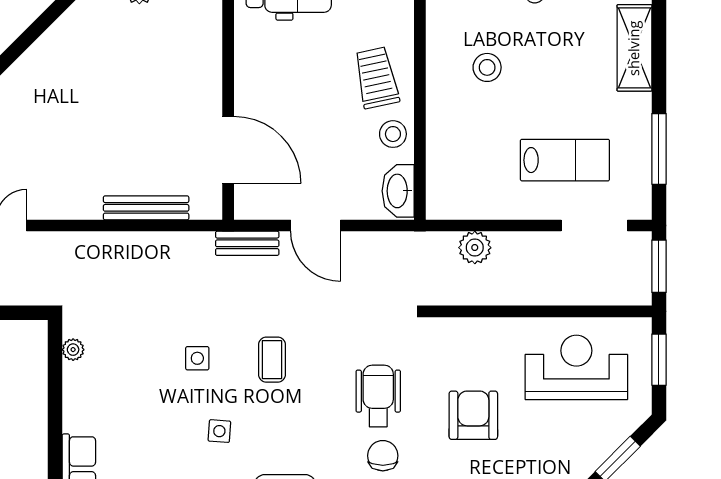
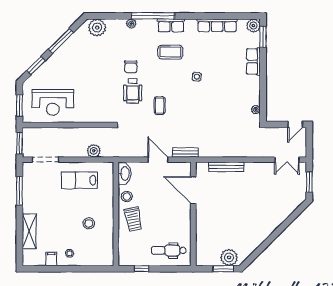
lab bench: (565, 160) -> (79, 180), moved
side table: (197, 358) -> (206, 106), removed
coffee table: (272, 360) -> (160, 106), moved
armchair: (473, 415) -> (94, 83), removed

